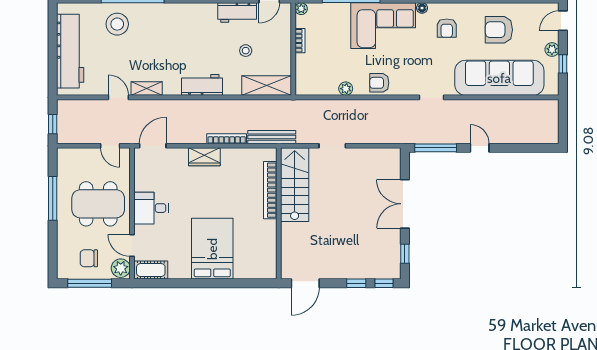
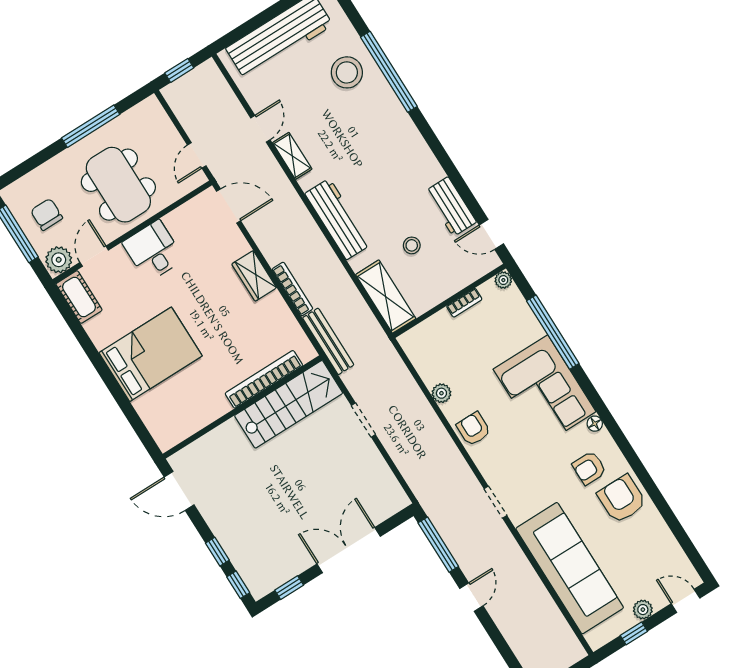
armchair: (499, 30) -> (622, 499), moved
workbench: (202, 85) -> (338, 219), width x1.38

